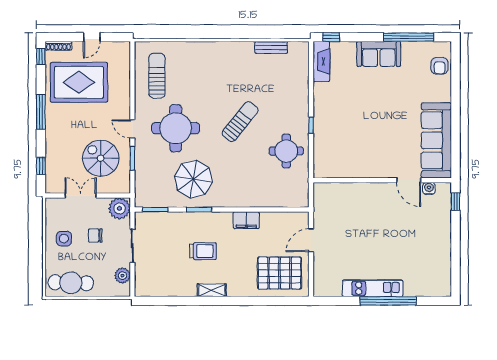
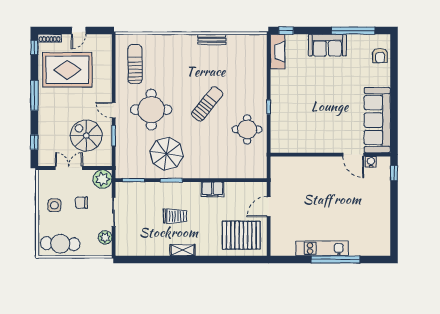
bench: (271, 47) -> (212, 40), moved

